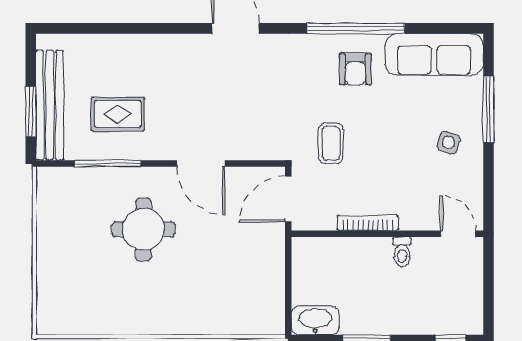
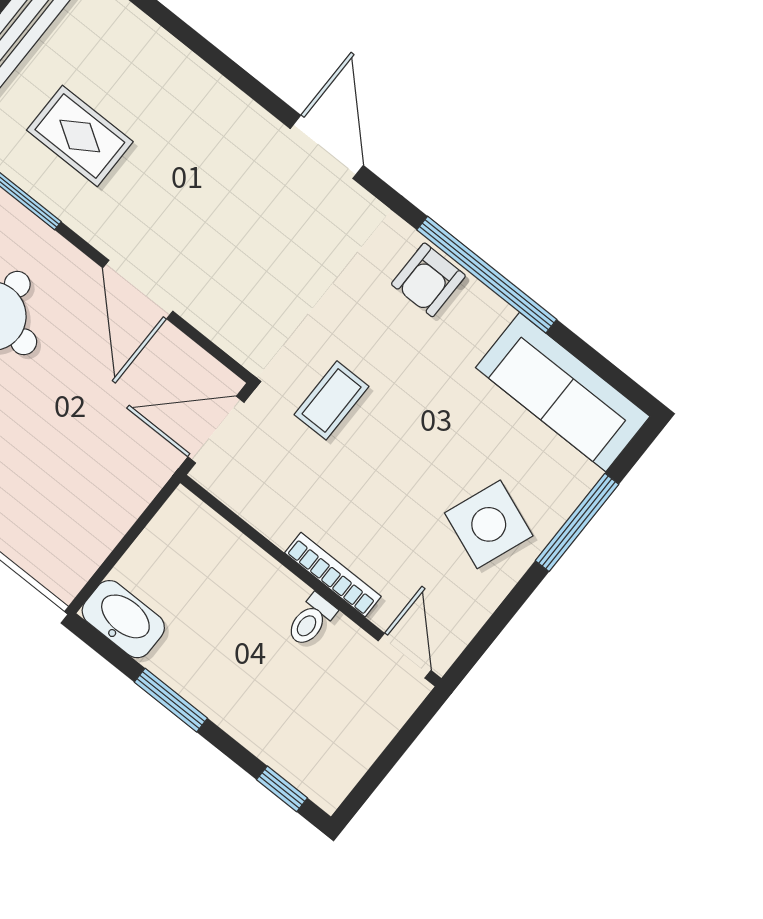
armchair: (355, 69) -> (428, 280), moved
side table: (449, 143) -> (489, 524), width x1.87, depth x1.87
bookcase: (368, 223) -> (333, 575), moved

